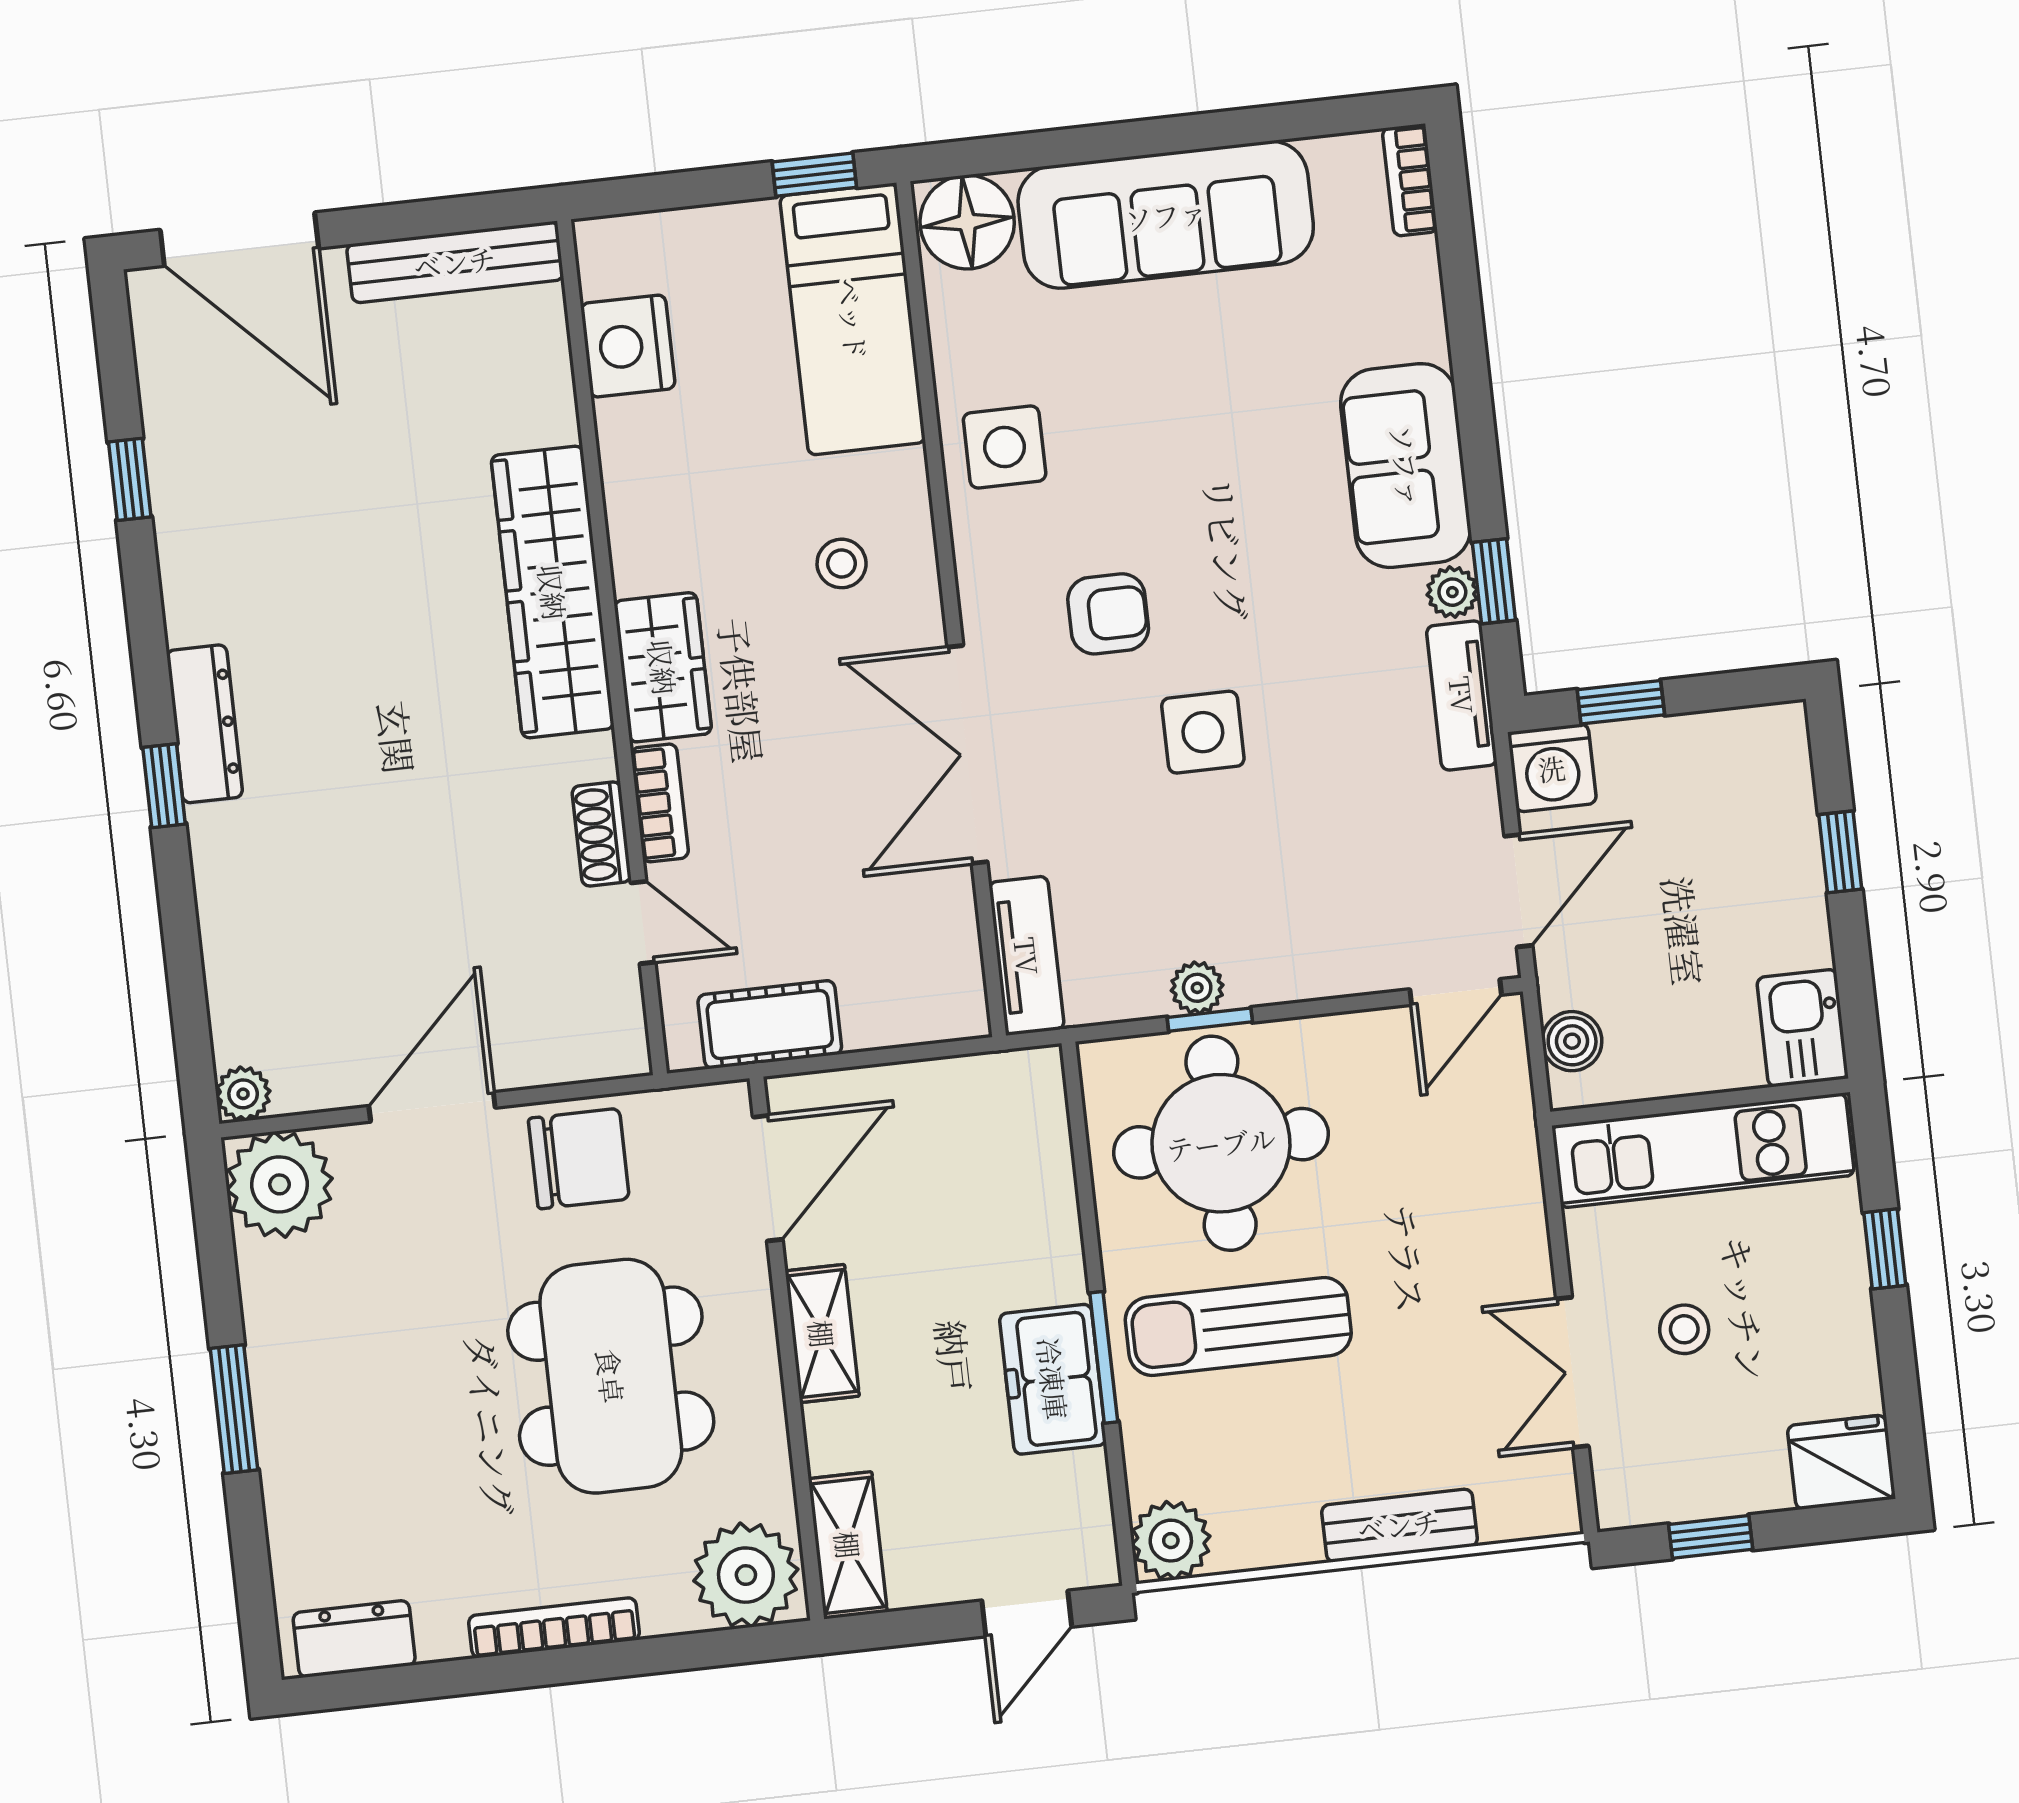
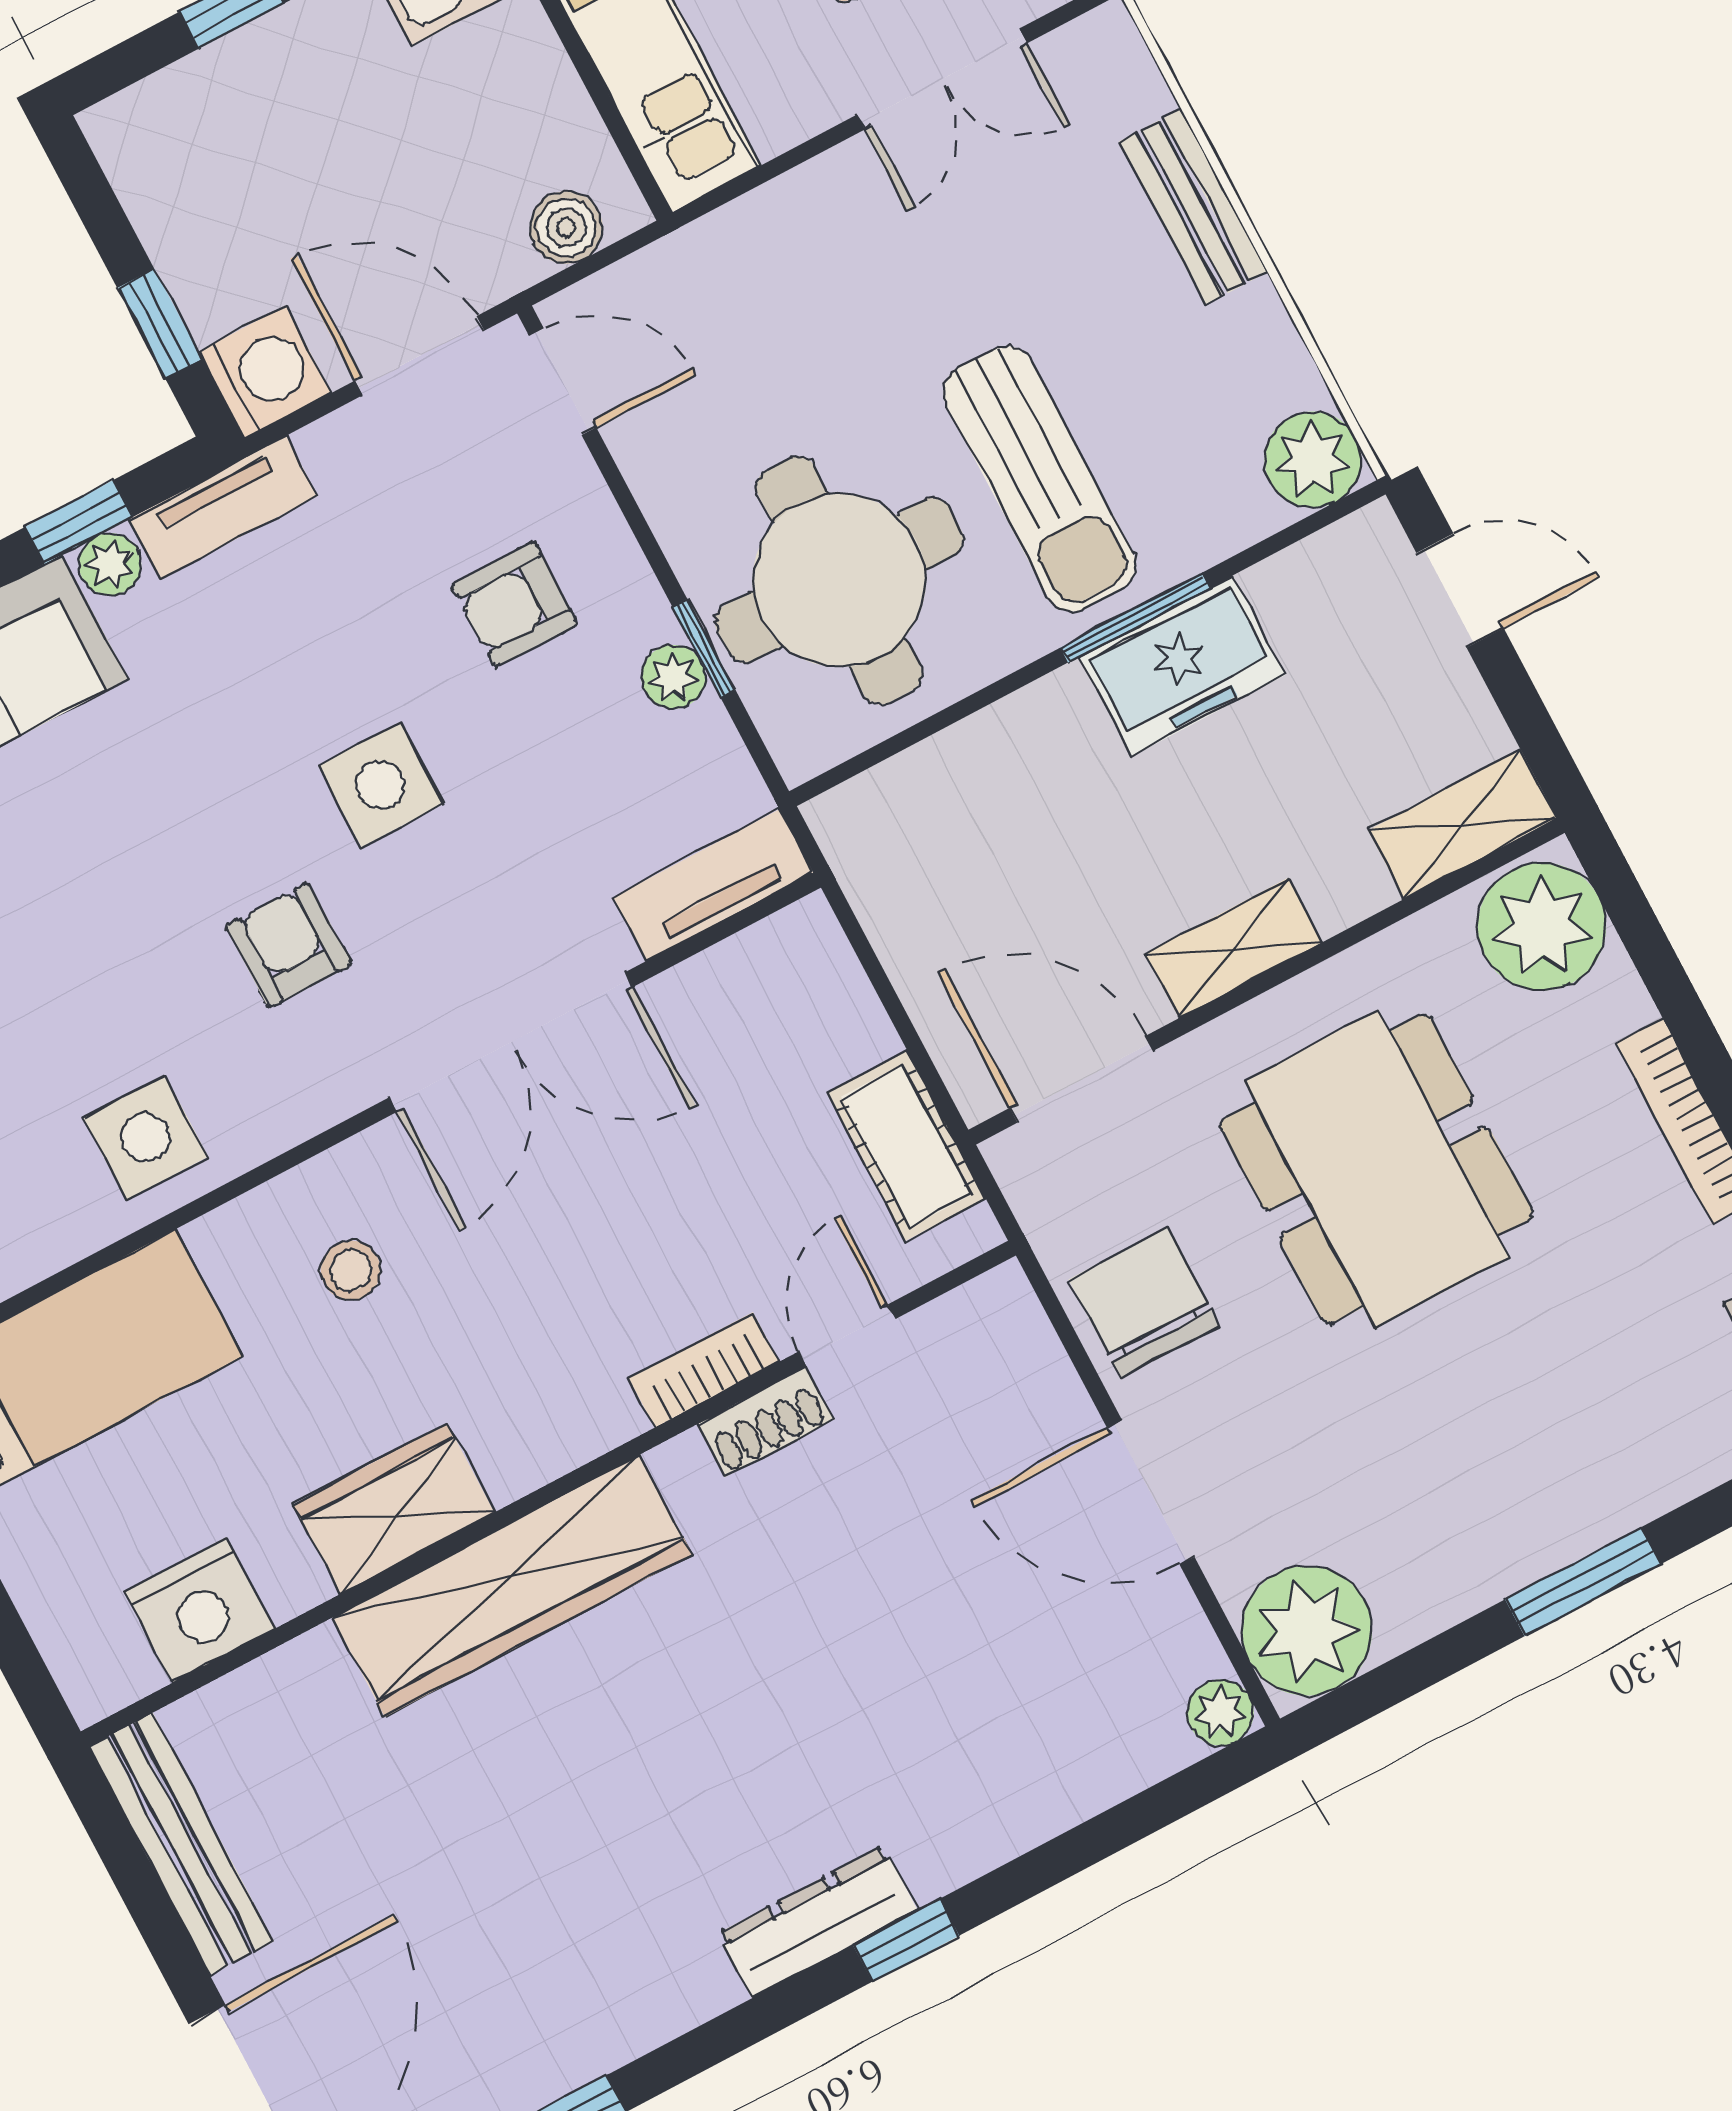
wardrobe: (663, 667) -> (394, 1509), moved
armchair: (1300, 889) -> (515, 604), added
dining table: (611, 1376) -> (1377, 1169), turned 90

